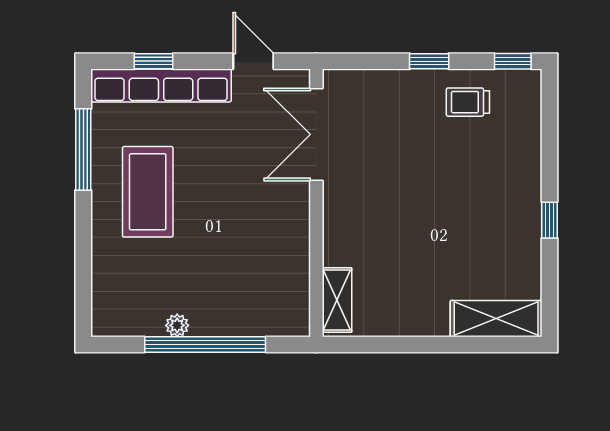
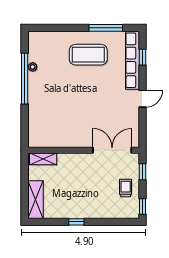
double door: (316, 134) -> (112, 150), moved
wall: (316, 203) -> (84, 150), moved
shelving: (337, 300) -> (43, 159), moved

